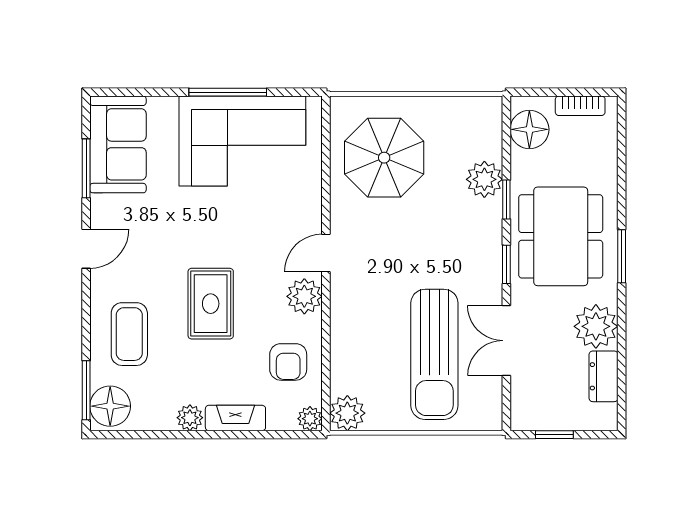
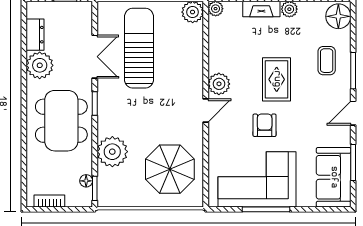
floor lamp: (529, 129) -> (86, 181), width x0.53, depth x0.53
plant: (484, 179) -> (112, 152), width x1.36, depth x1.36
window: (506, 199) -> (95, 188), moved
window: (622, 256) -> (24, 109), removed
coffee table: (129, 334) -> (327, 61), width x0.73, depth x0.77
armchair: (288, 362) -> (265, 125), moved
window: (86, 390) -> (353, 71), moved

